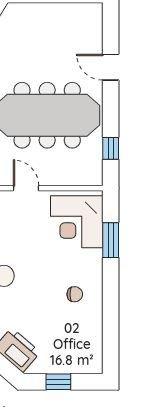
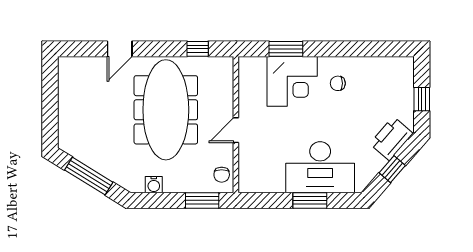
corner desk: (77, 222) -> (292, 81), moved
chair: (75, 294) -> (338, 83), turned -90

